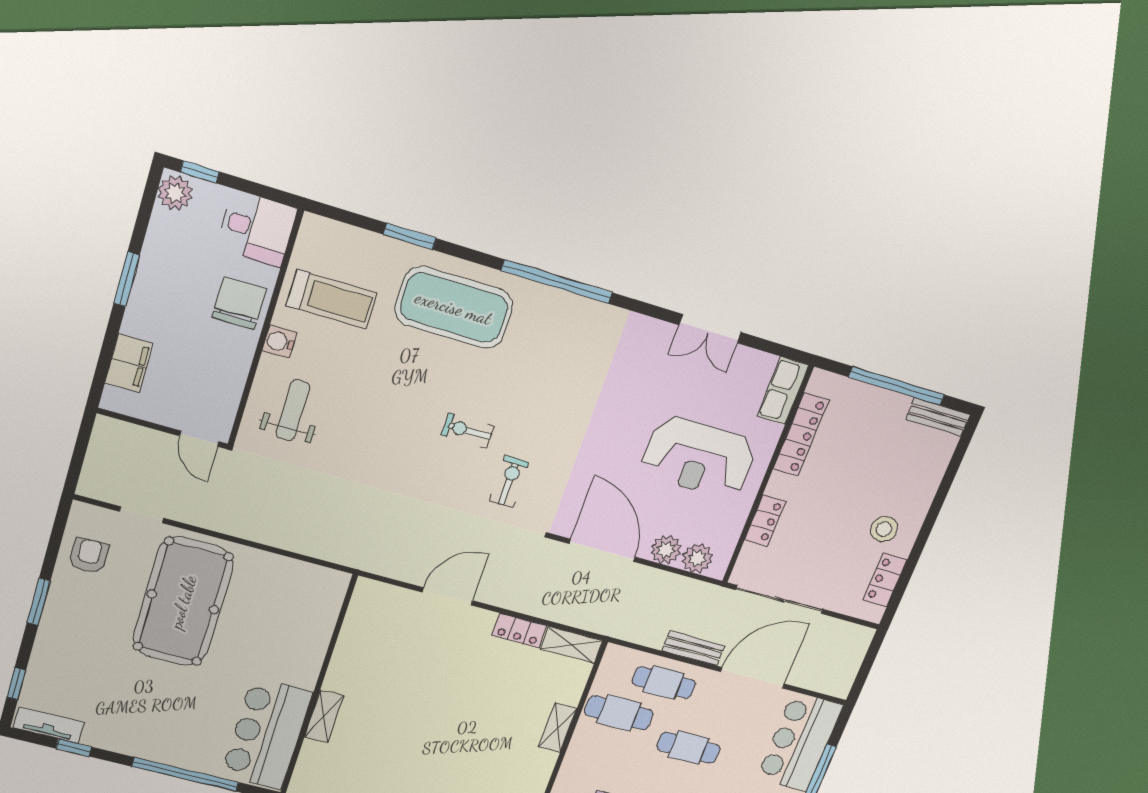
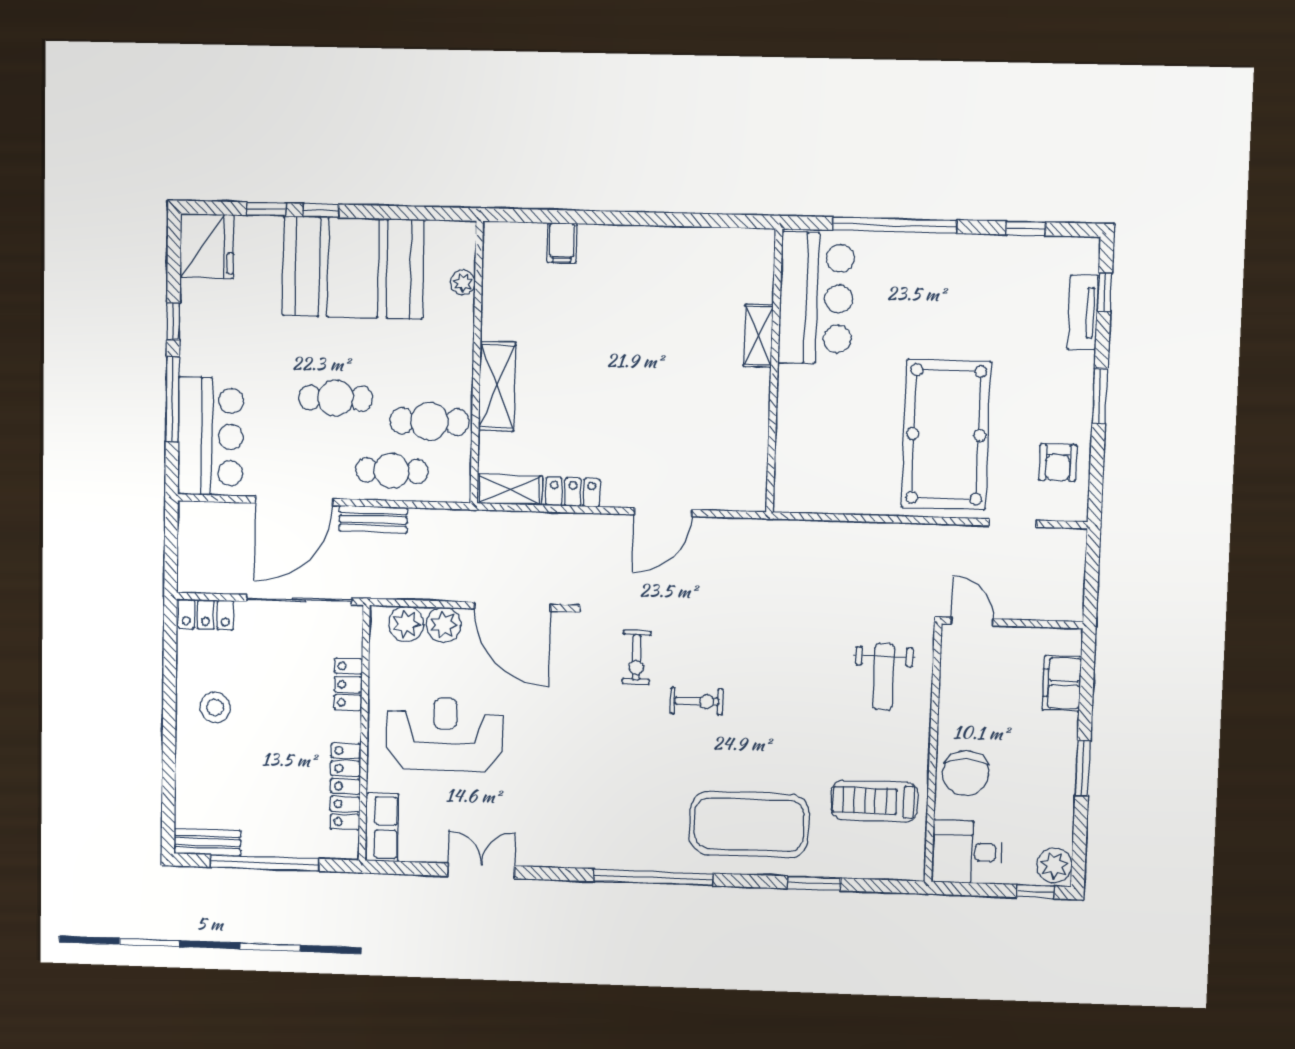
water cooler: (279, 342) -> (916, 744), removed
locker: (885, 580) -> (206, 615), moved, turned 90
tv unit: (49, 725) -> (1083, 313), moved, turned 90
shelving: (558, 728) -> (497, 386), width x1.50, depth x1.33

